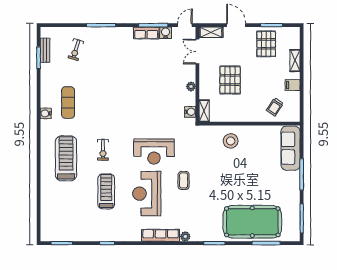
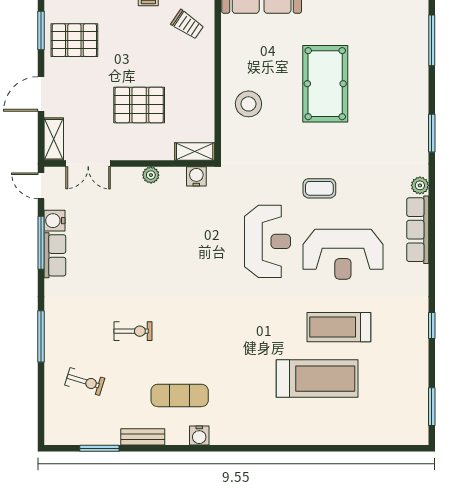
bench: (45, 50) -> (143, 437), moved
exercise bike: (103, 150) -> (133, 331), moved
treadmill: (66, 158) -> (317, 379), moved, turned 180
pool table: (252, 222) -> (325, 84), moved, width x0.73, depth x0.76

